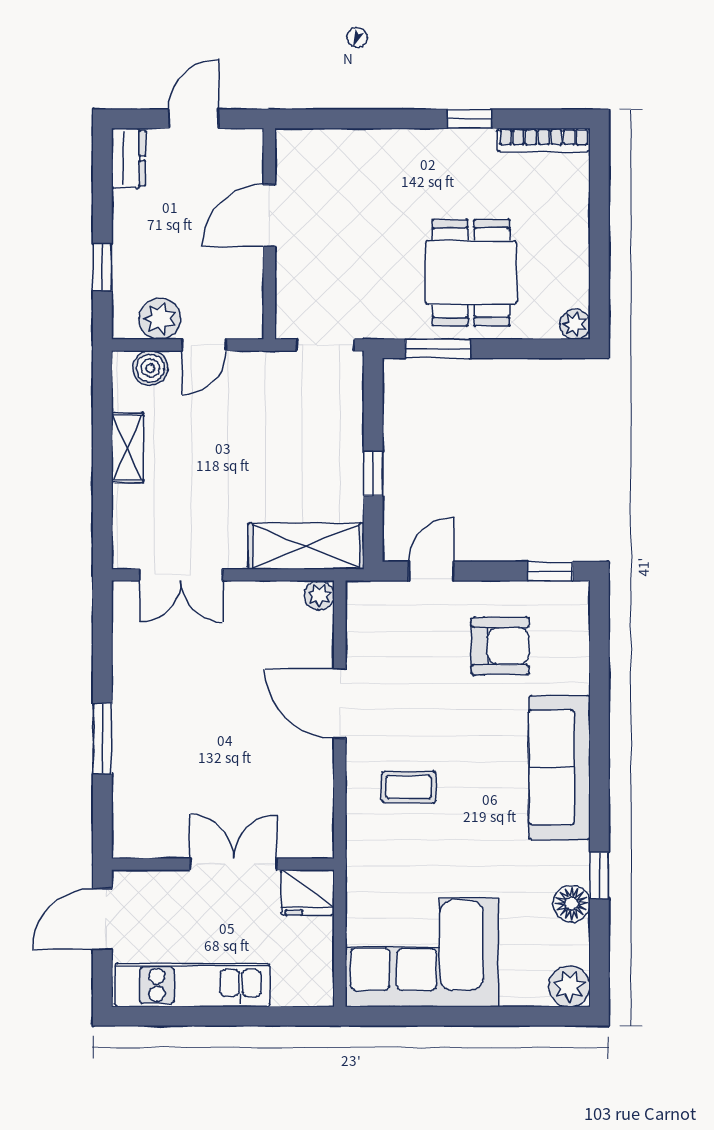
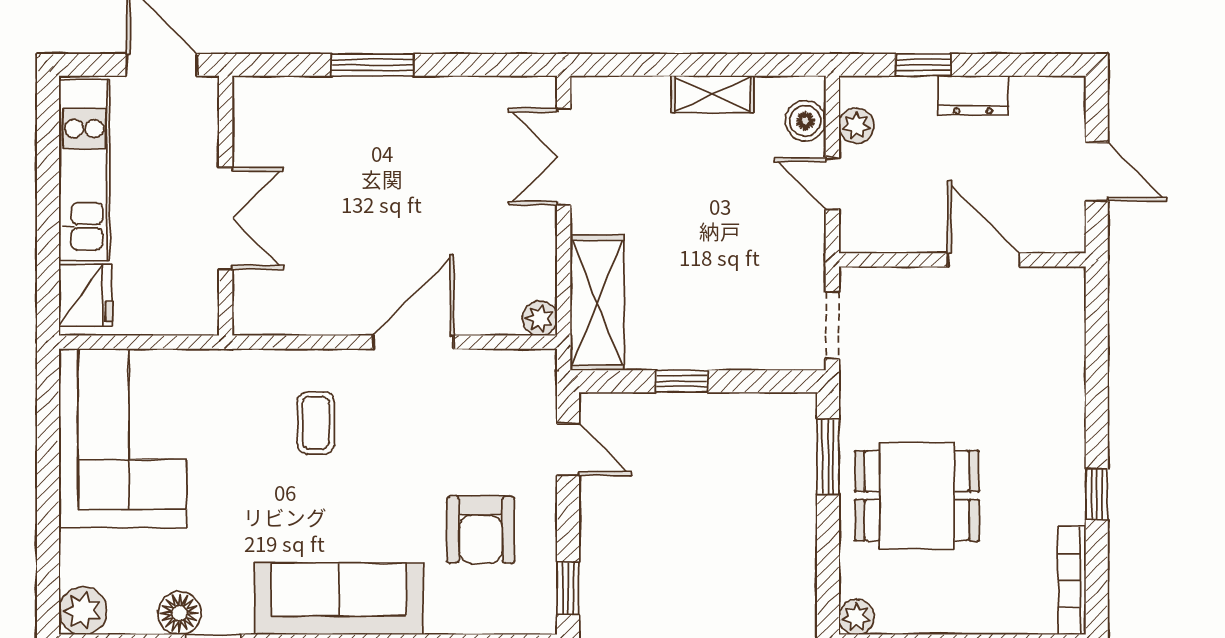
dresser: (129, 158) -> (973, 95), moved
plant: (160, 319) -> (856, 125), width x0.73, depth x0.73
fridge: (308, 893) -> (86, 295), moved, turned 180

